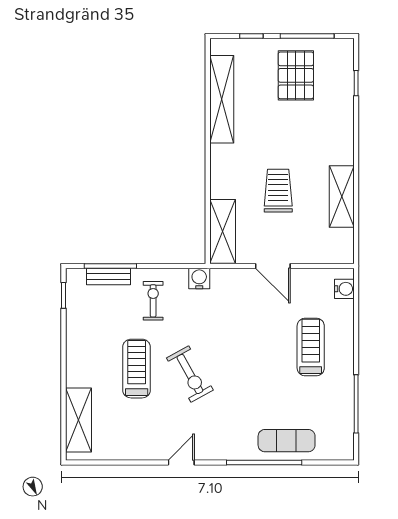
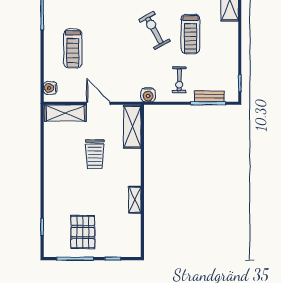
shelving: (222, 99) -> (135, 200), width x0.45, depth x0.75
shelving: (342, 197) -> (65, 113), moved, turned 90

